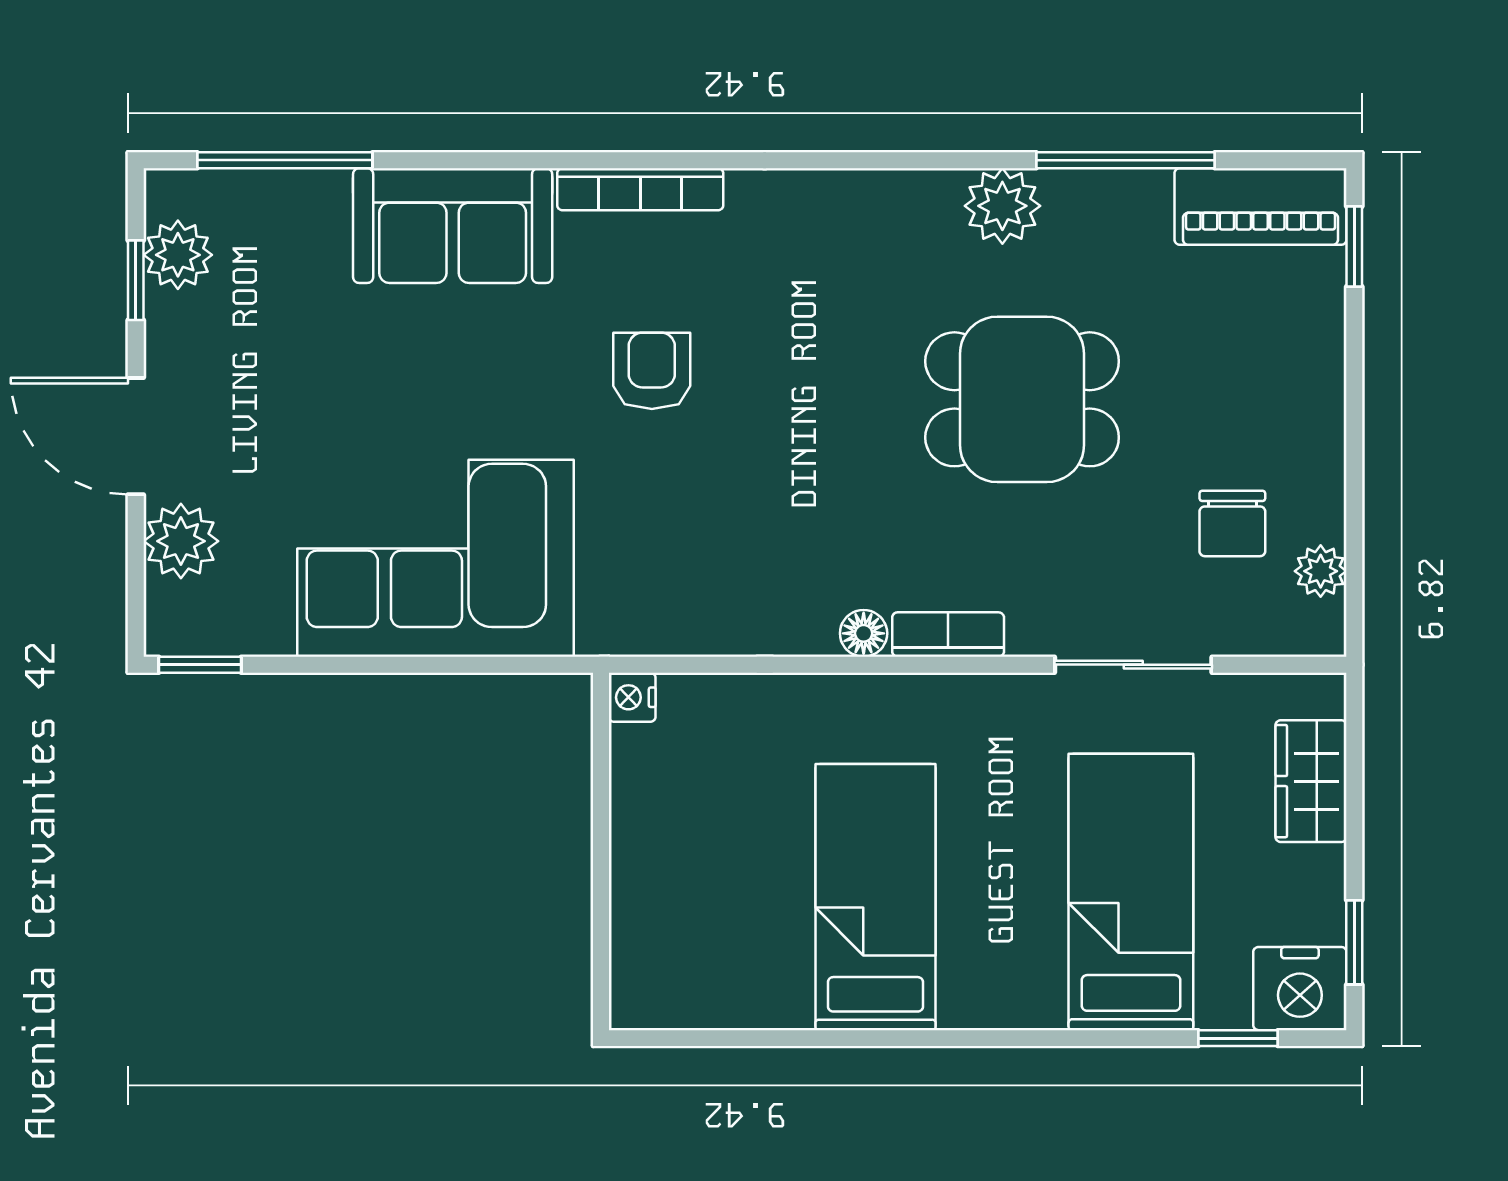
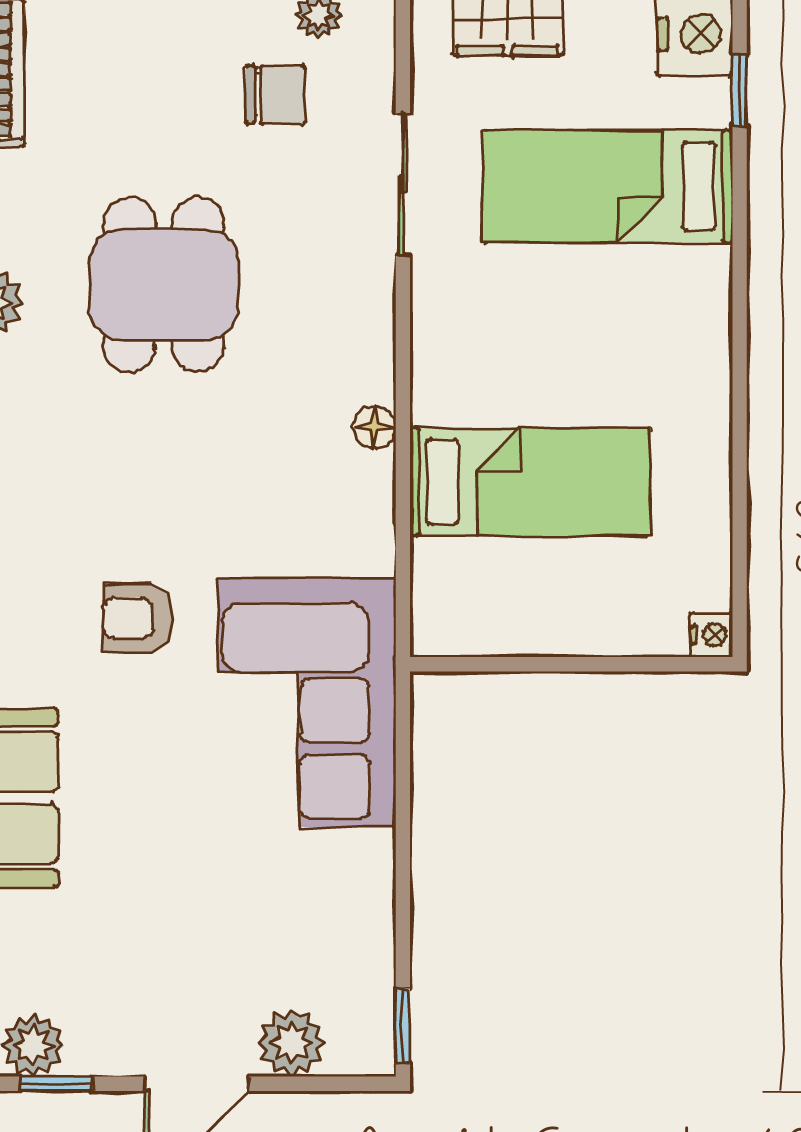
corner sofa: (435, 558) -> (307, 702), moved
bookcase: (948, 635) -> (376, 351), removed
nightstand: (632, 697) -> (711, 635), moved, turned -90
bed: (875, 897) -> (530, 482), moved, turned 180

